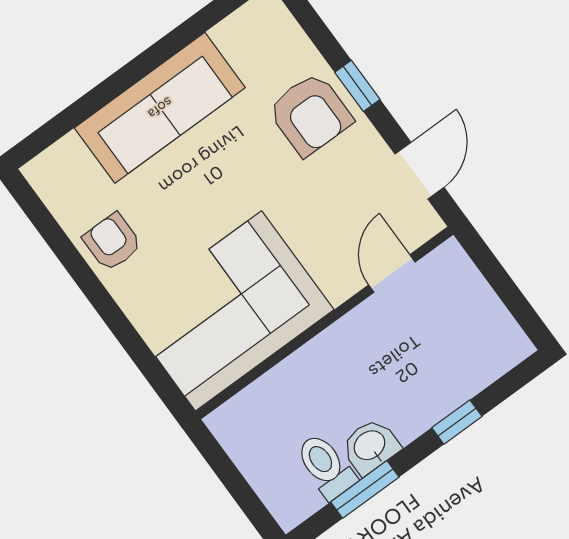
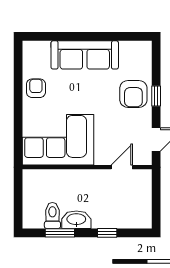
washbasin: (370, 446) -> (76, 220), width x1.38

